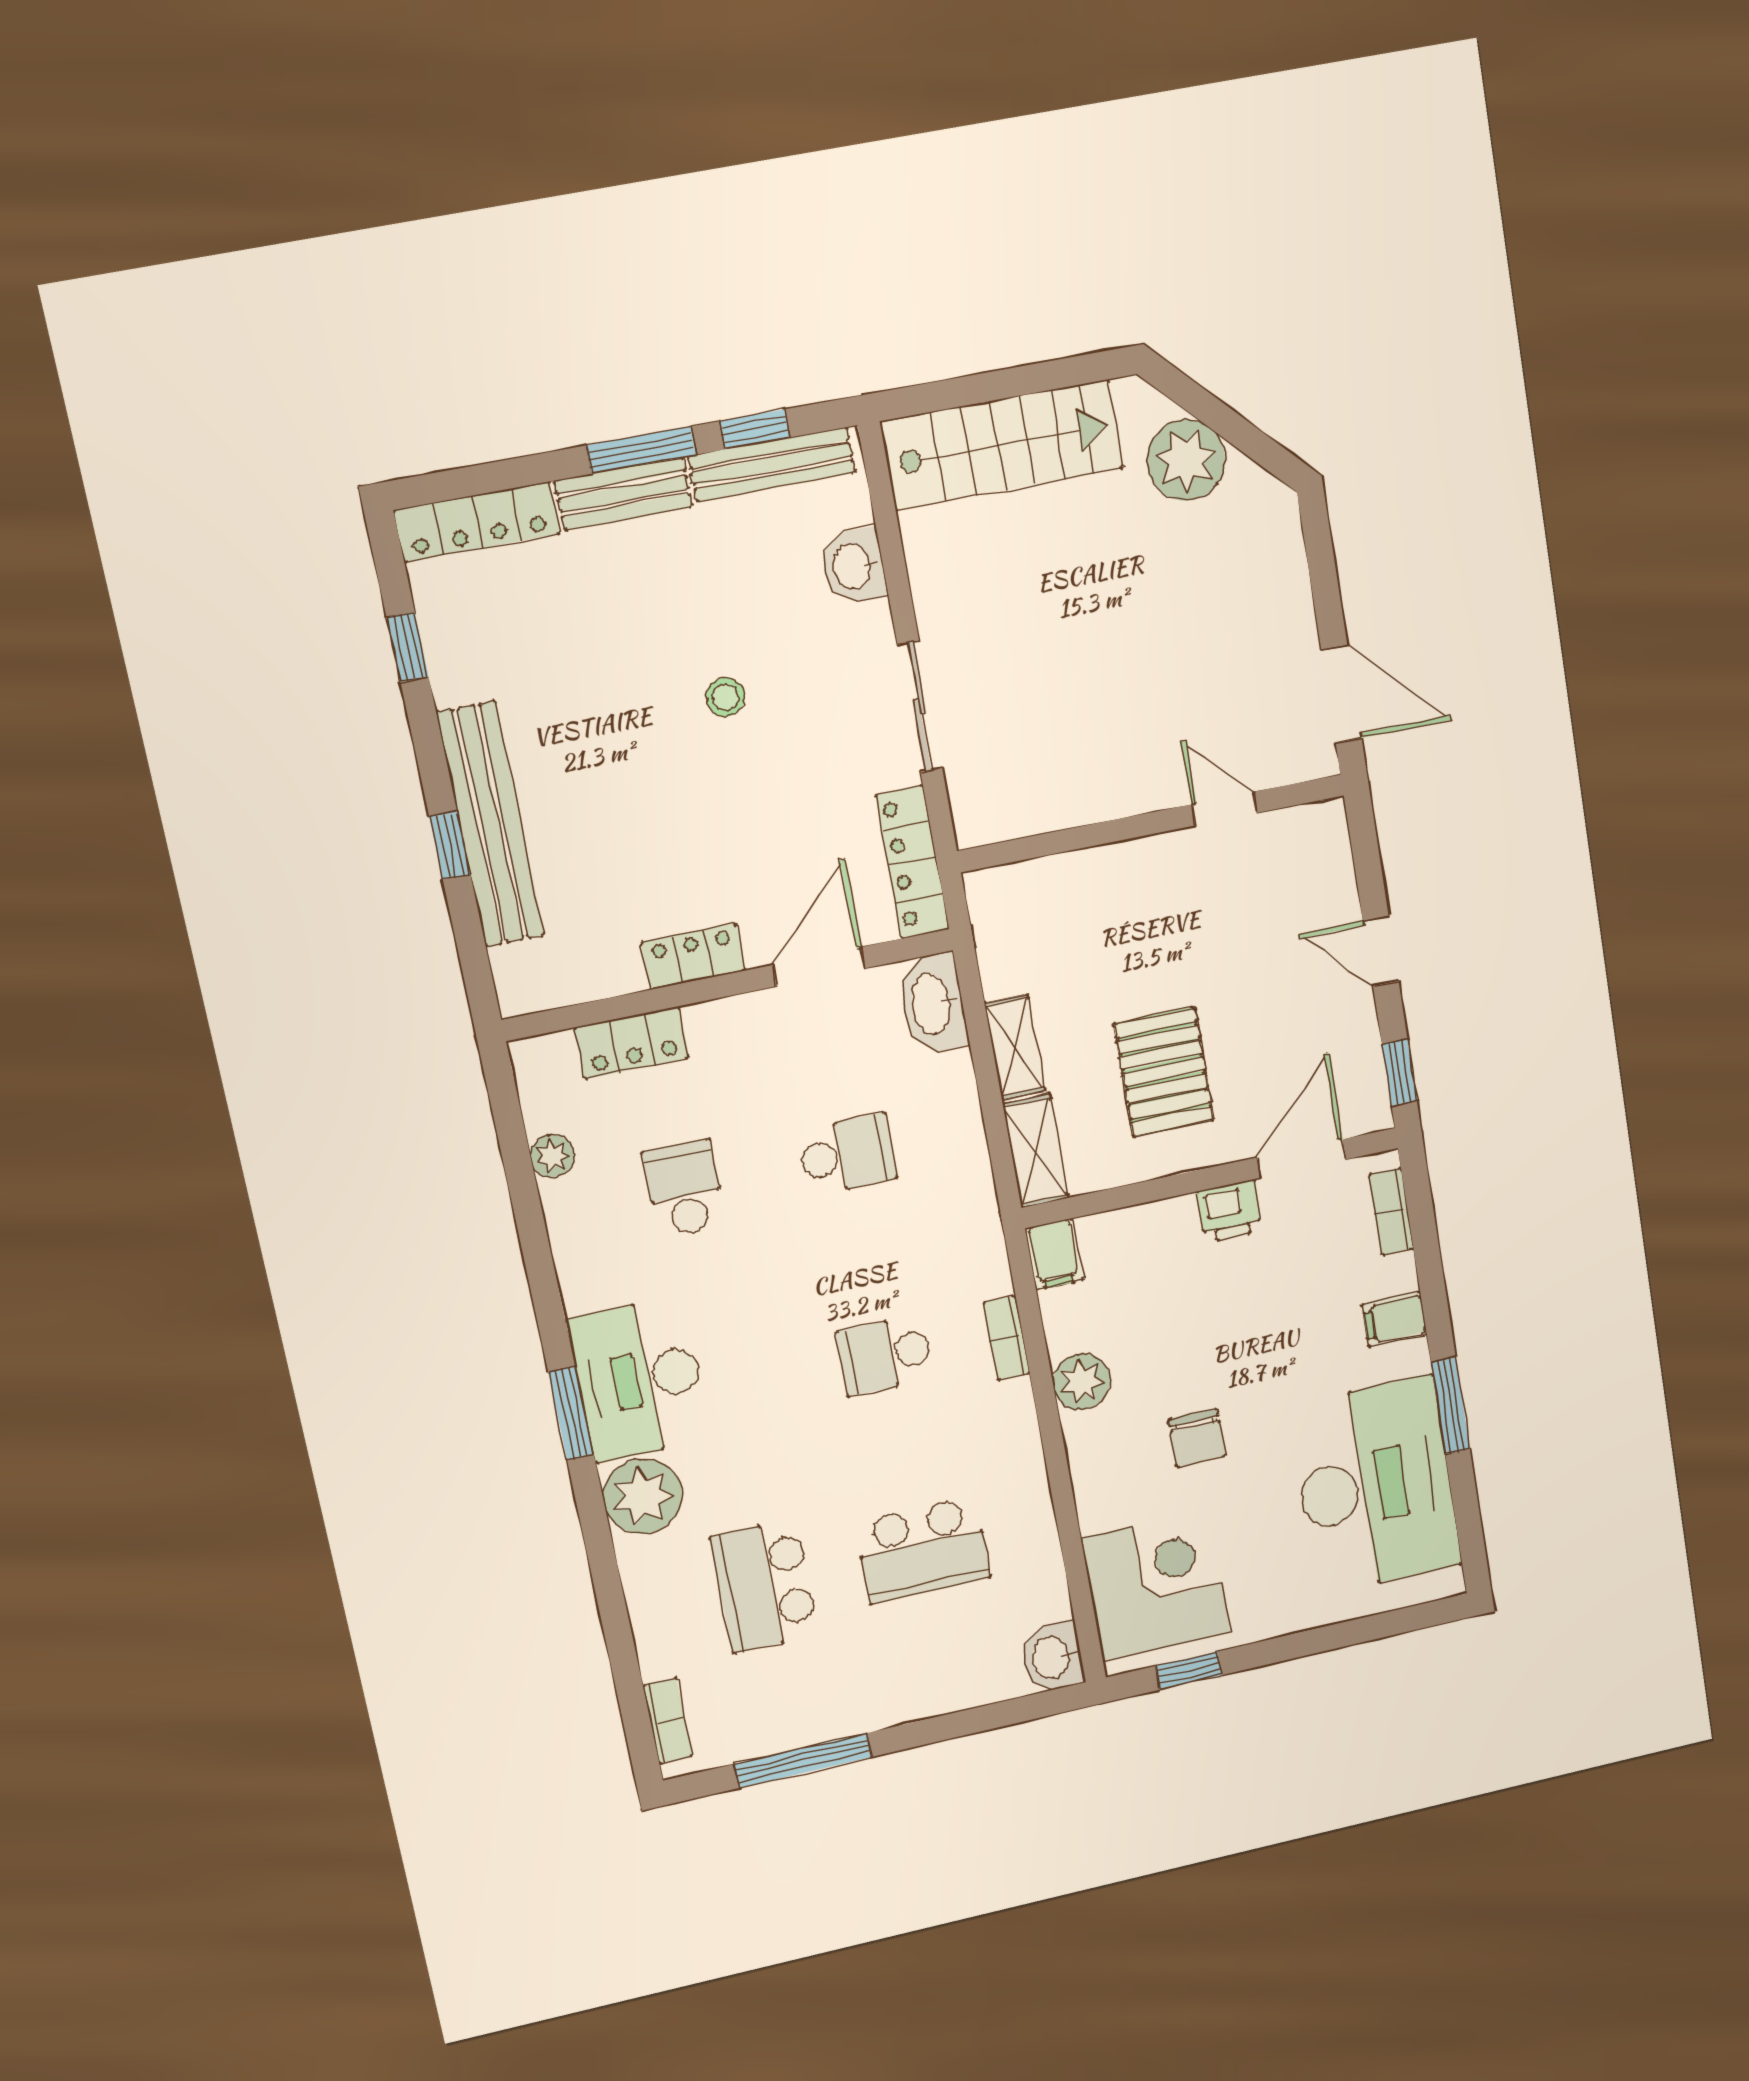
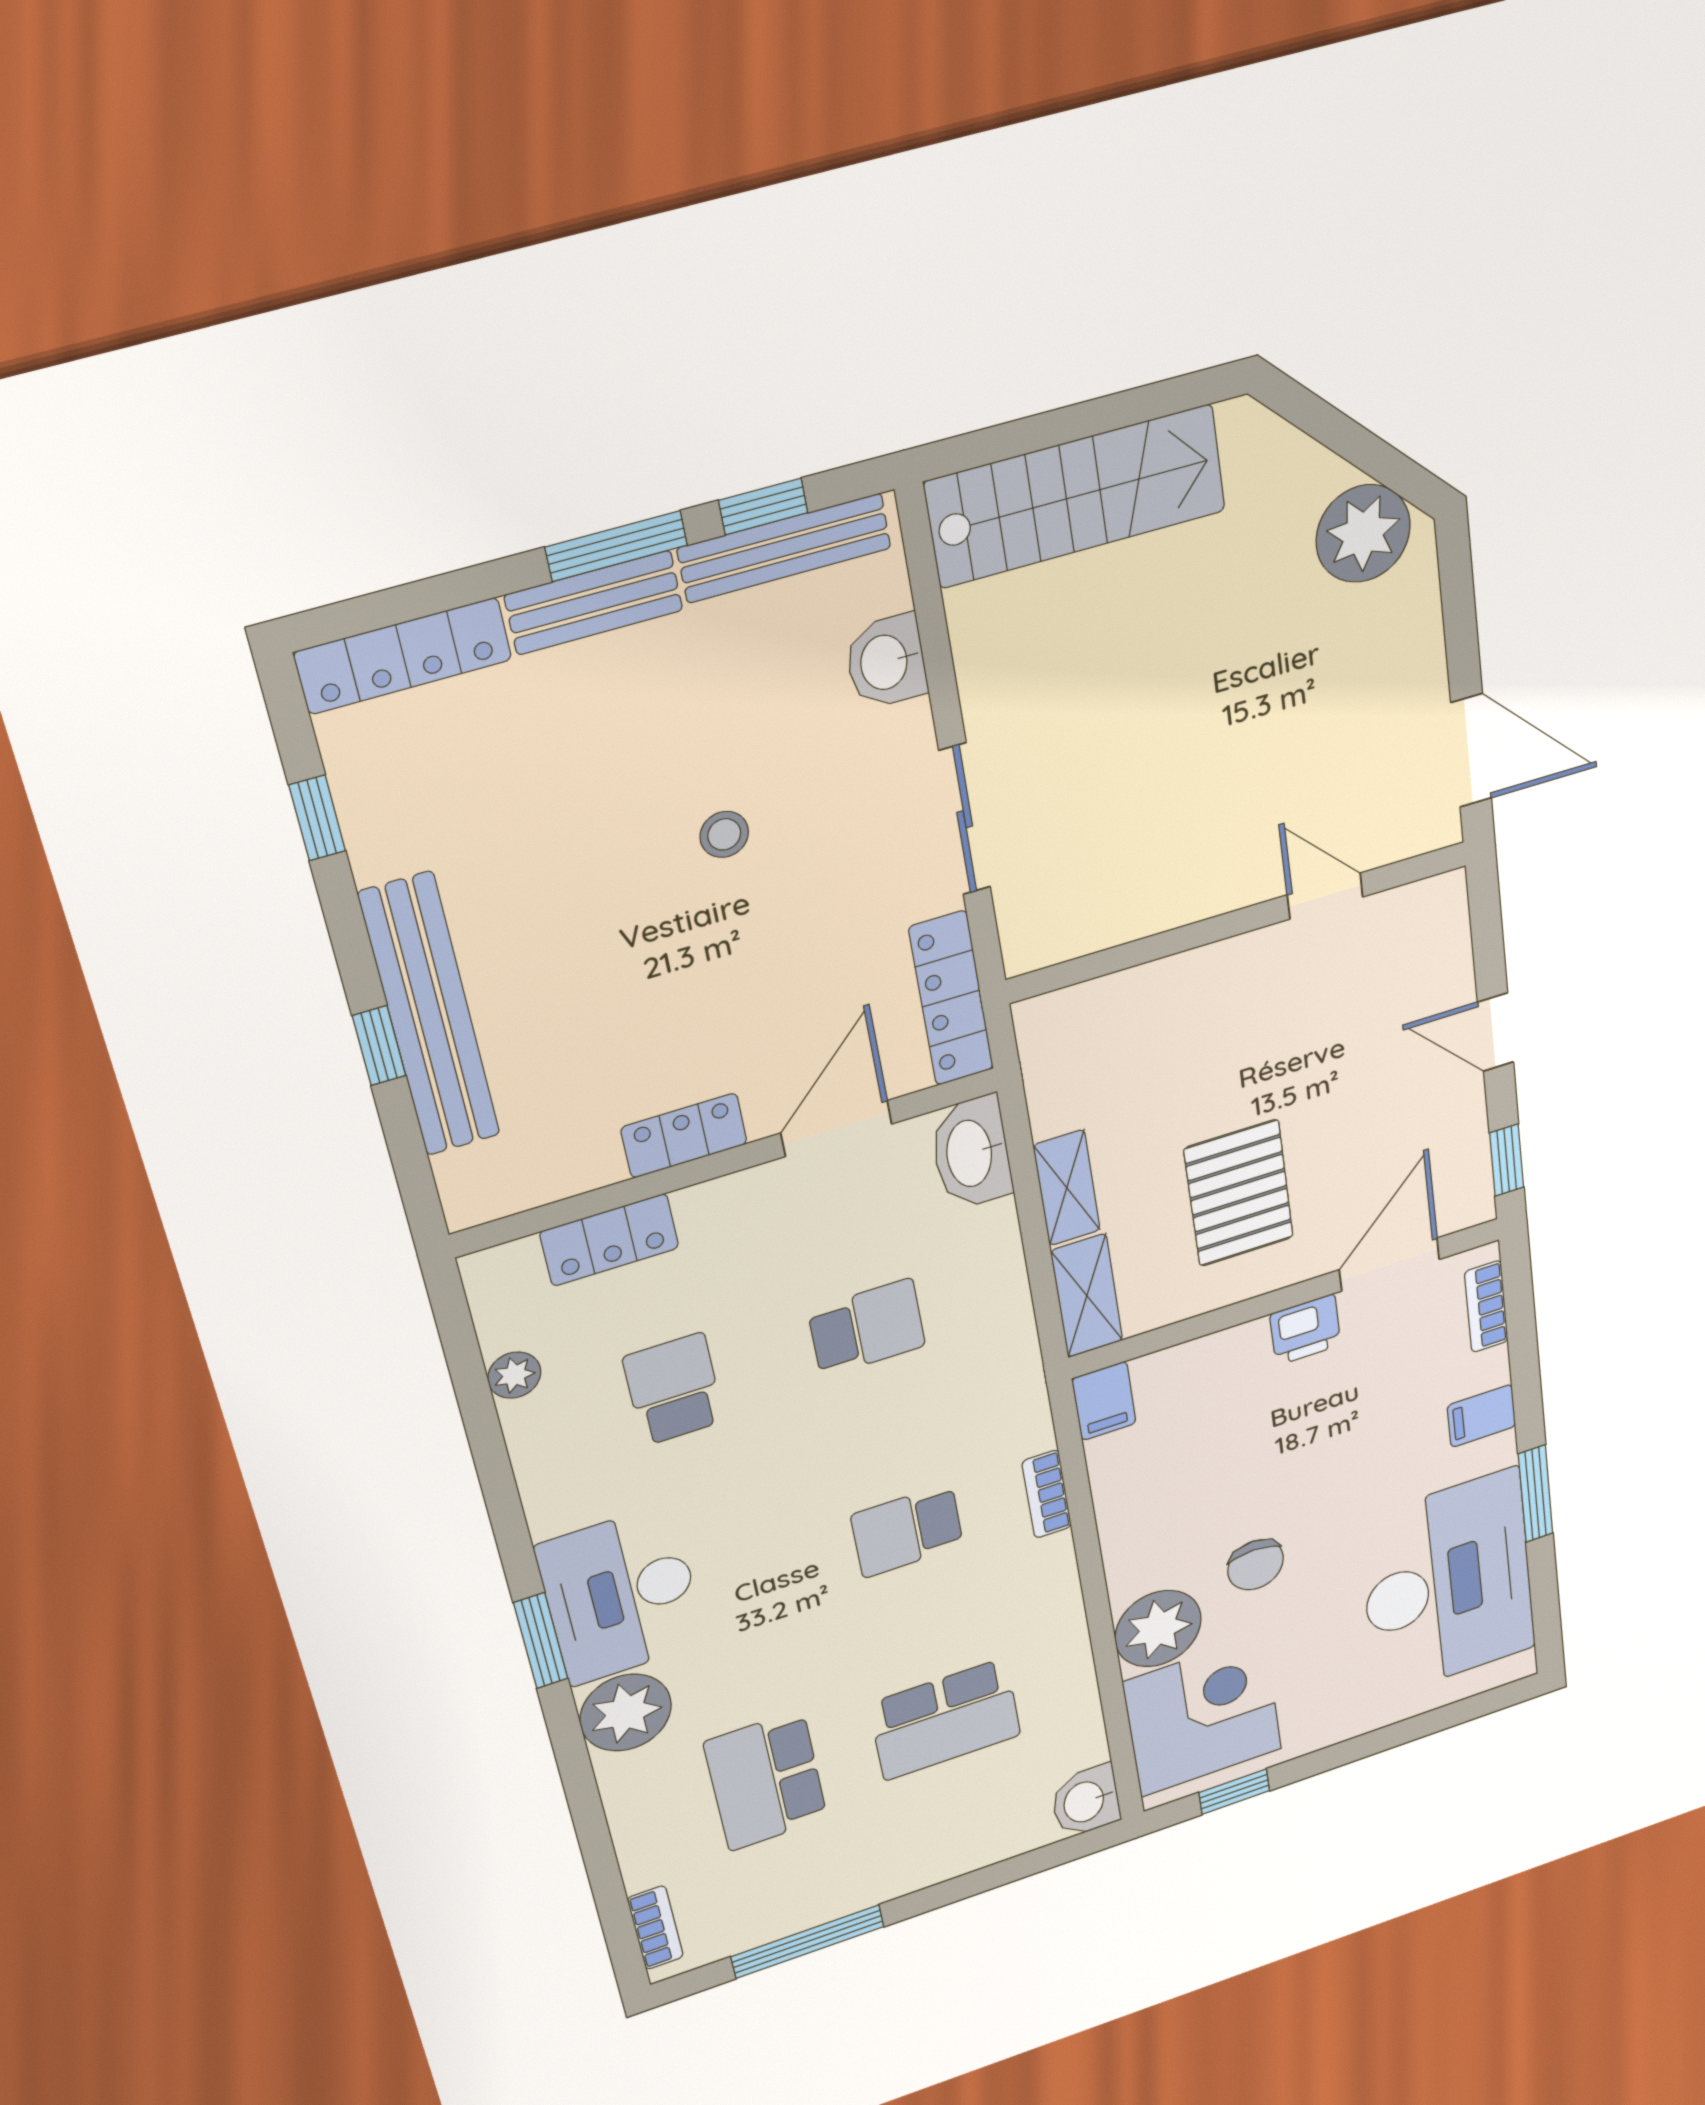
plant: (1186, 460) -> (1363, 533), moved
plant: (1082, 1382) -> (1158, 1629), moved, width x1.36, depth x1.36

